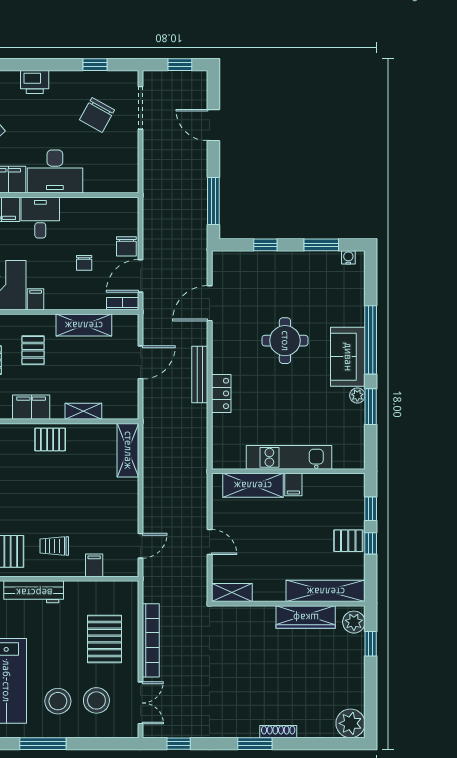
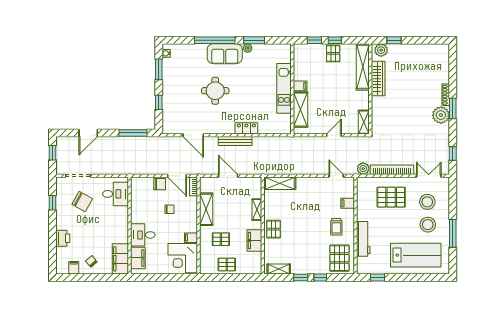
desk: (55, 171) -> (116, 194), moved, width x0.73
plant: (153, 592) -> (363, 169), added
plant: (350, 723) -> (441, 115), moved

